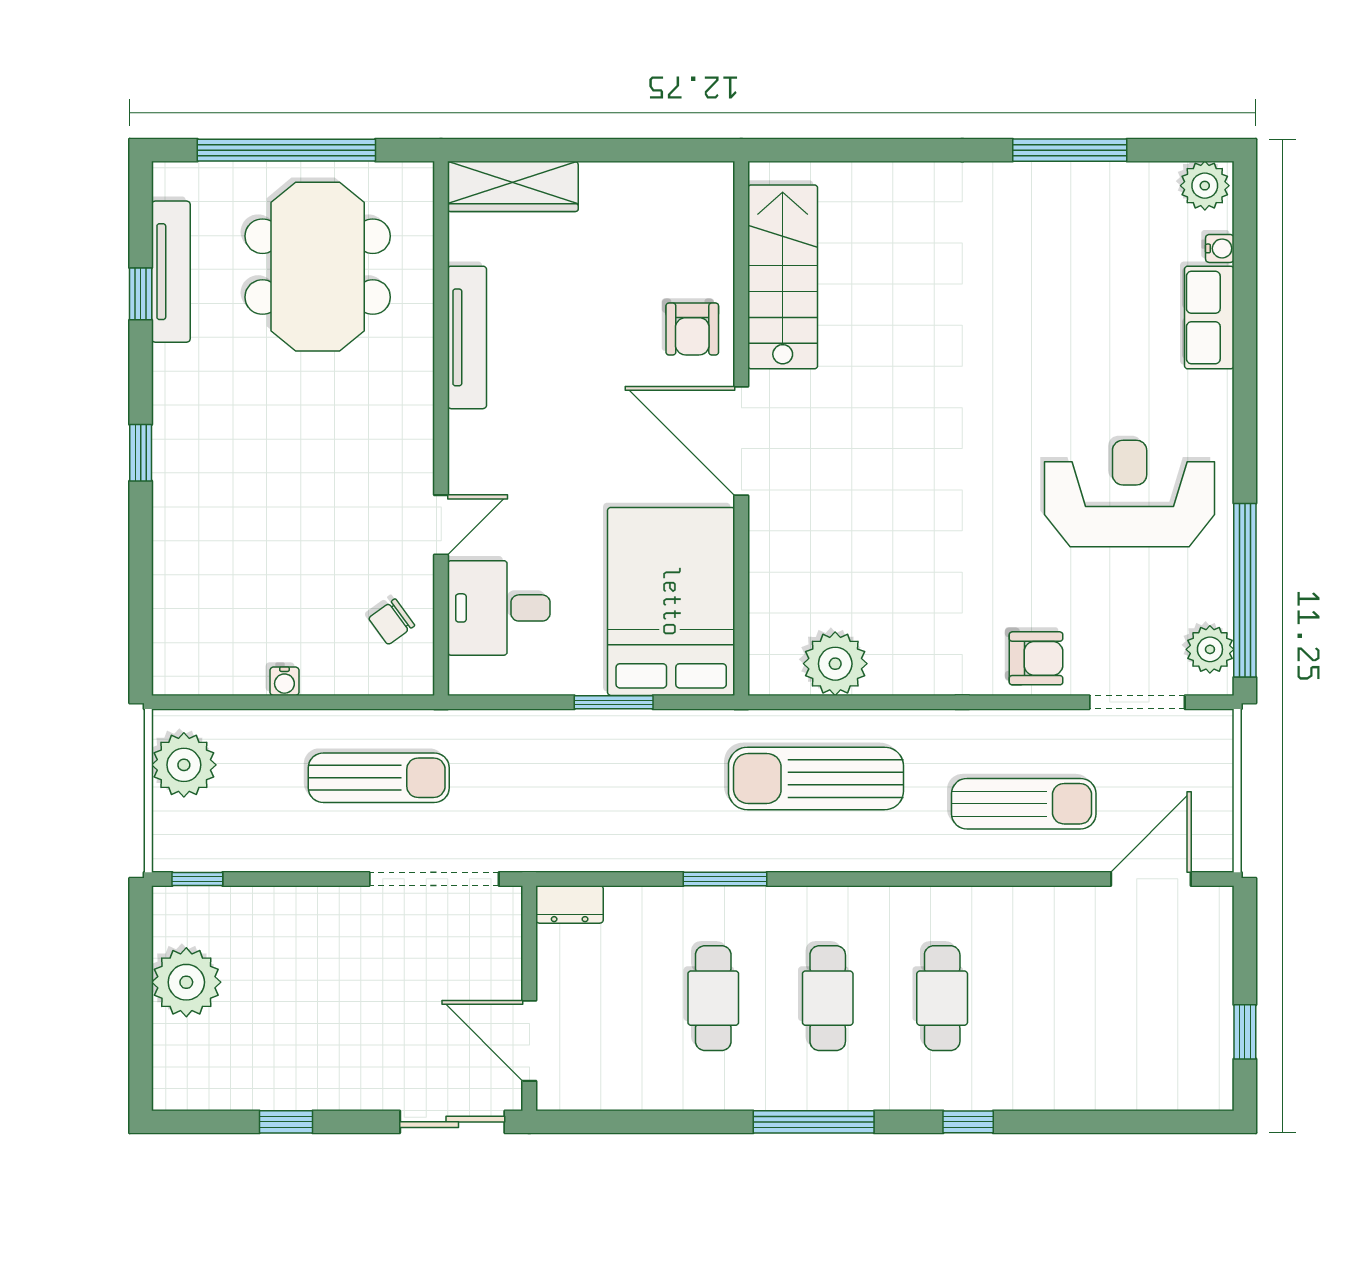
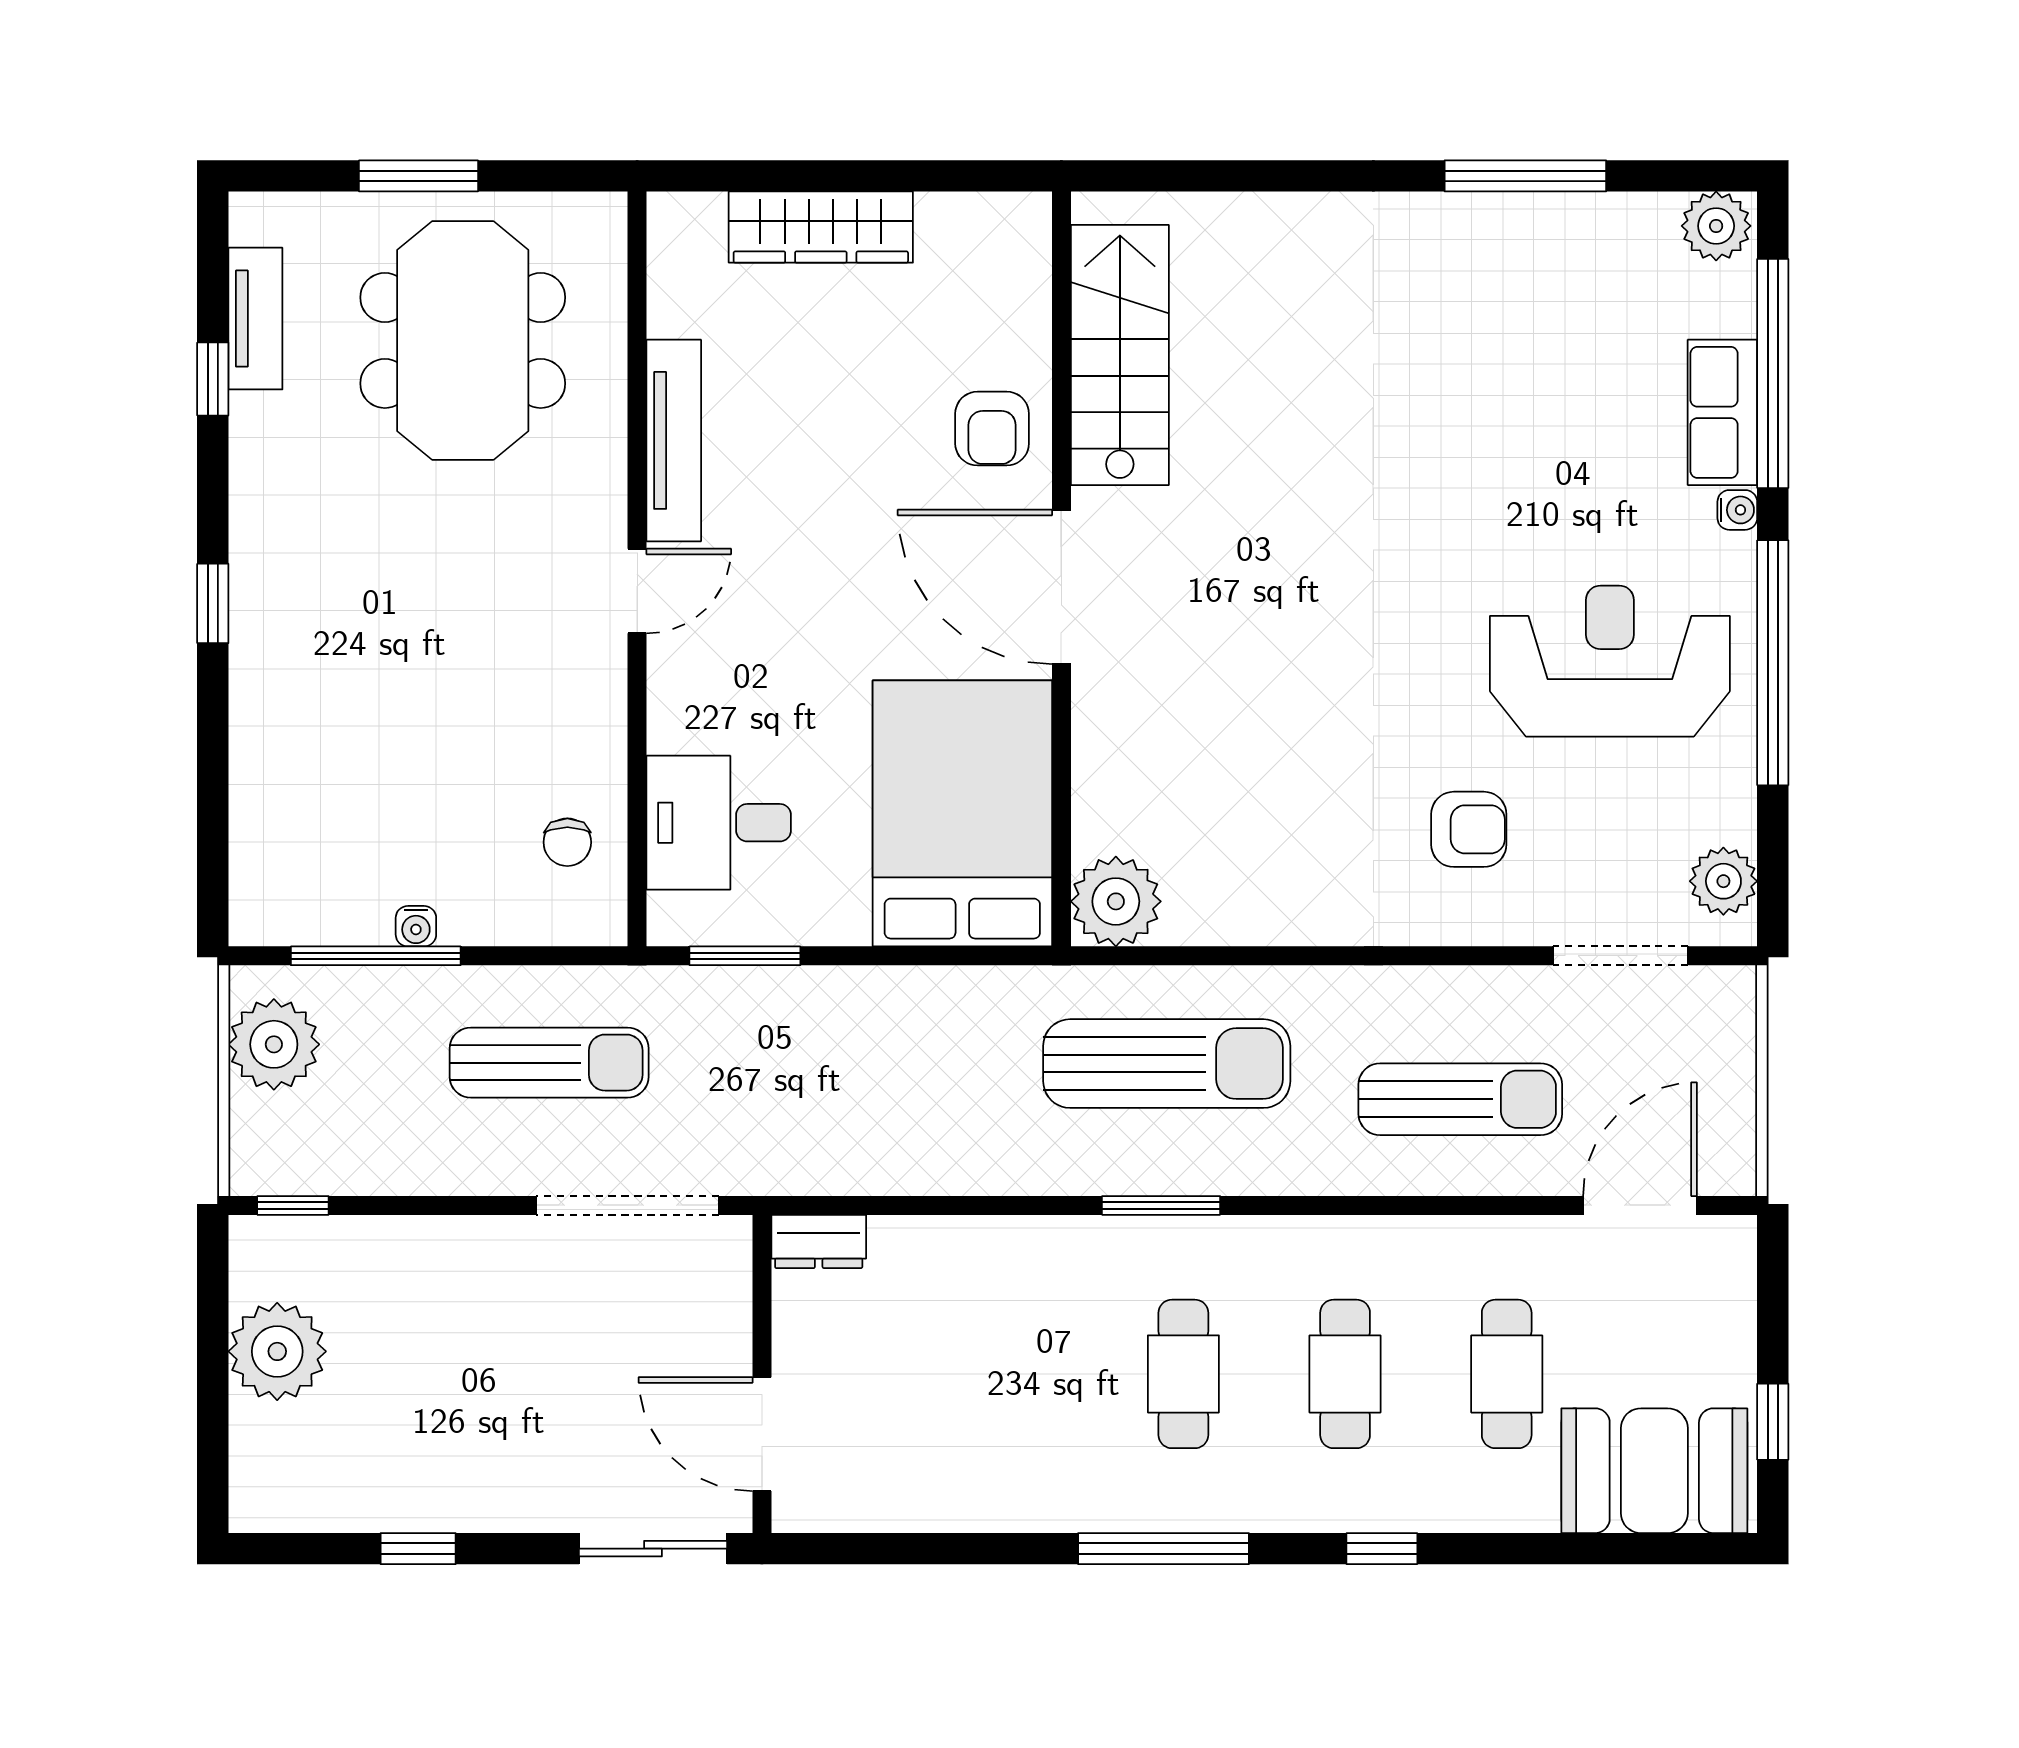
window: (286, 150) -> (419, 176), width x0.47
wardrobe: (513, 186) -> (821, 227), moved
water cooler: (1220, 248) -> (1737, 510), moved
tv unit: (171, 272) -> (255, 319), width x0.71
window: (1245, 290) -> (1773, 373), added
door: (441, 525) -> (637, 591), moved
window: (1245, 590) -> (1773, 663), moved
chair: (392, 622) -> (567, 842), turned -54
armchair: (1036, 658) -> (1469, 829), moved
plant: (835, 664) -> (1116, 901), moved
window: (256, 702) -> (376, 956), added
window: (614, 702) -> (745, 956), moved
sun lounger: (816, 778) -> (1167, 1064), turned 180
window: (725, 879) -> (1161, 1205), moved
cafe table: (713, 998) -> (1507, 1374), moved
booth: (1161, 1067) -> (1654, 1471), added

